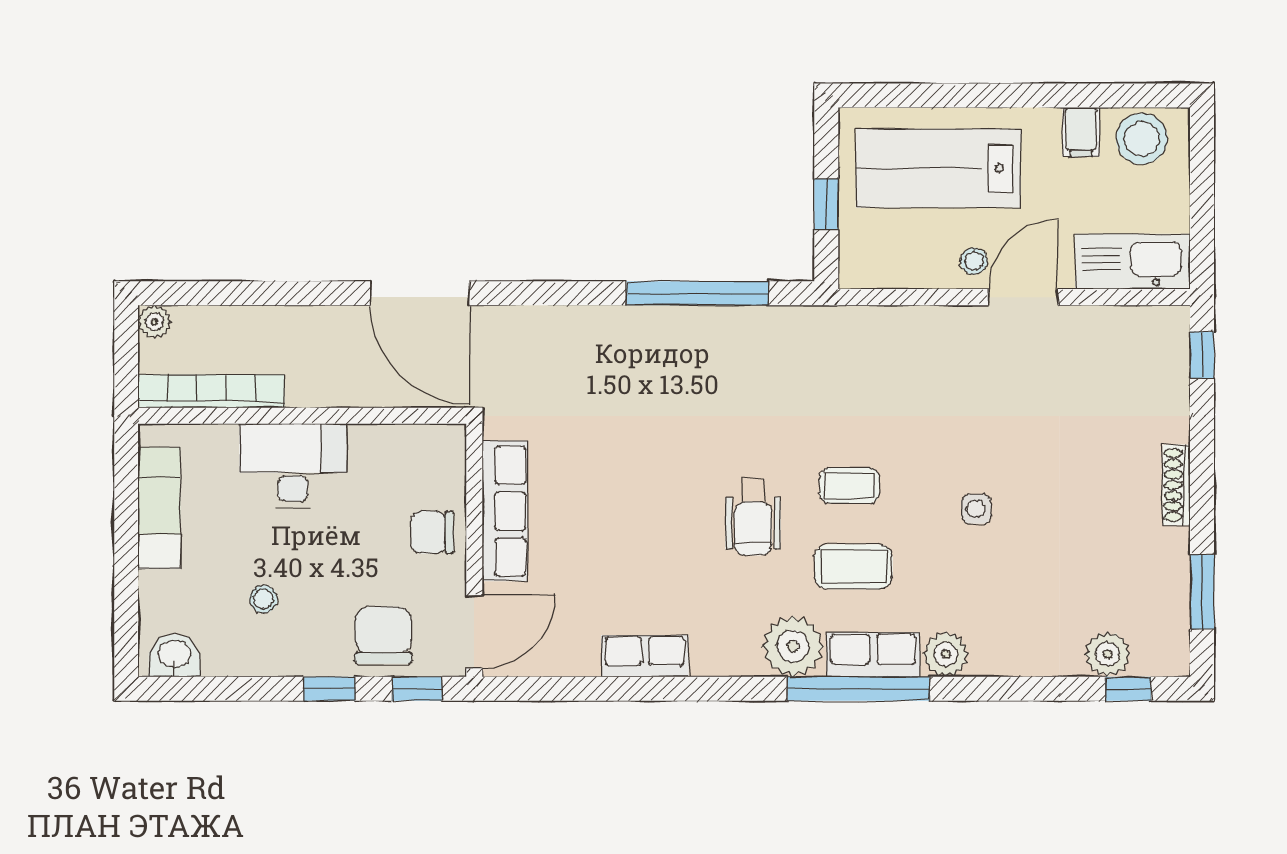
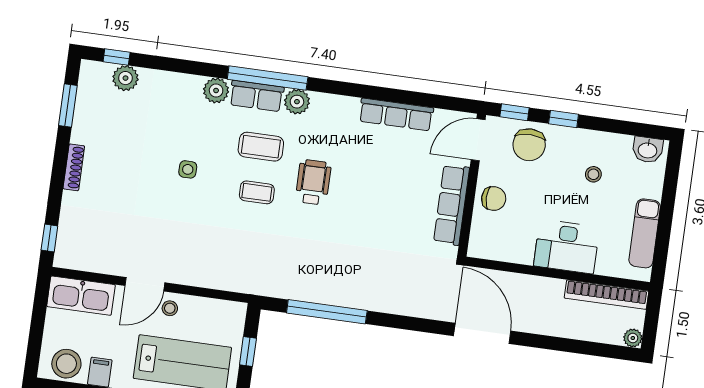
plant: (793, 646) -> (297, 102), width x0.73, depth x0.73
row of seats: (645, 656) -> (396, 114), width x1.48

